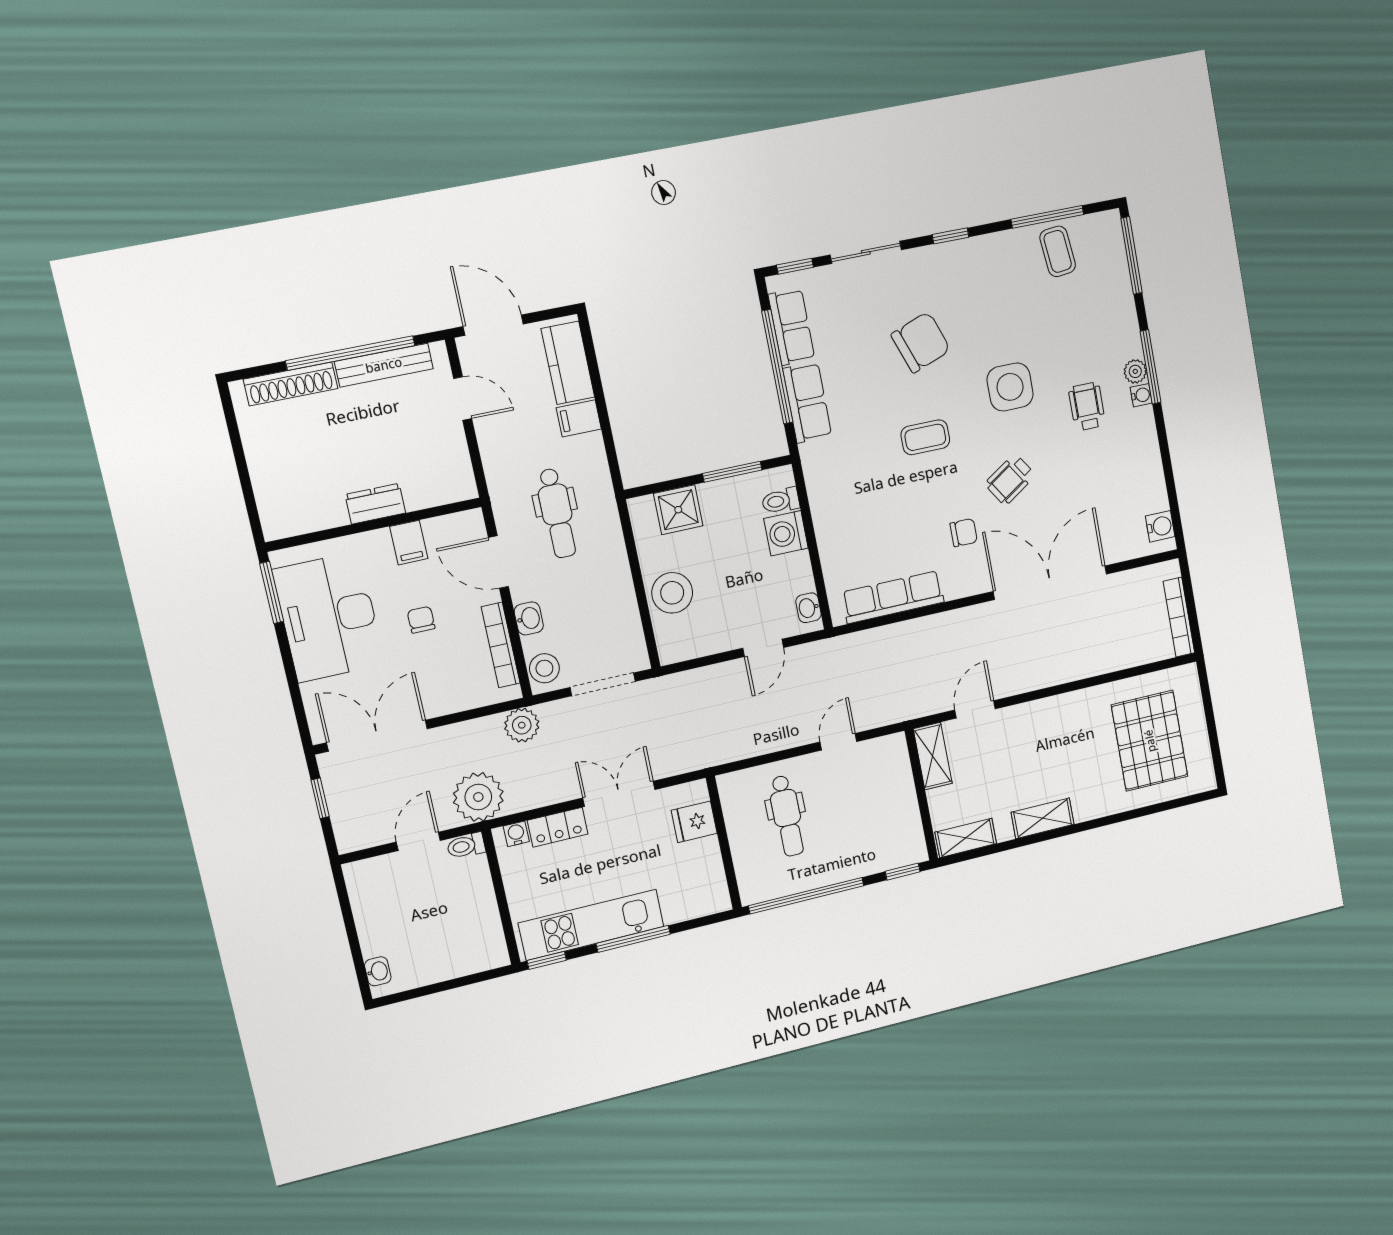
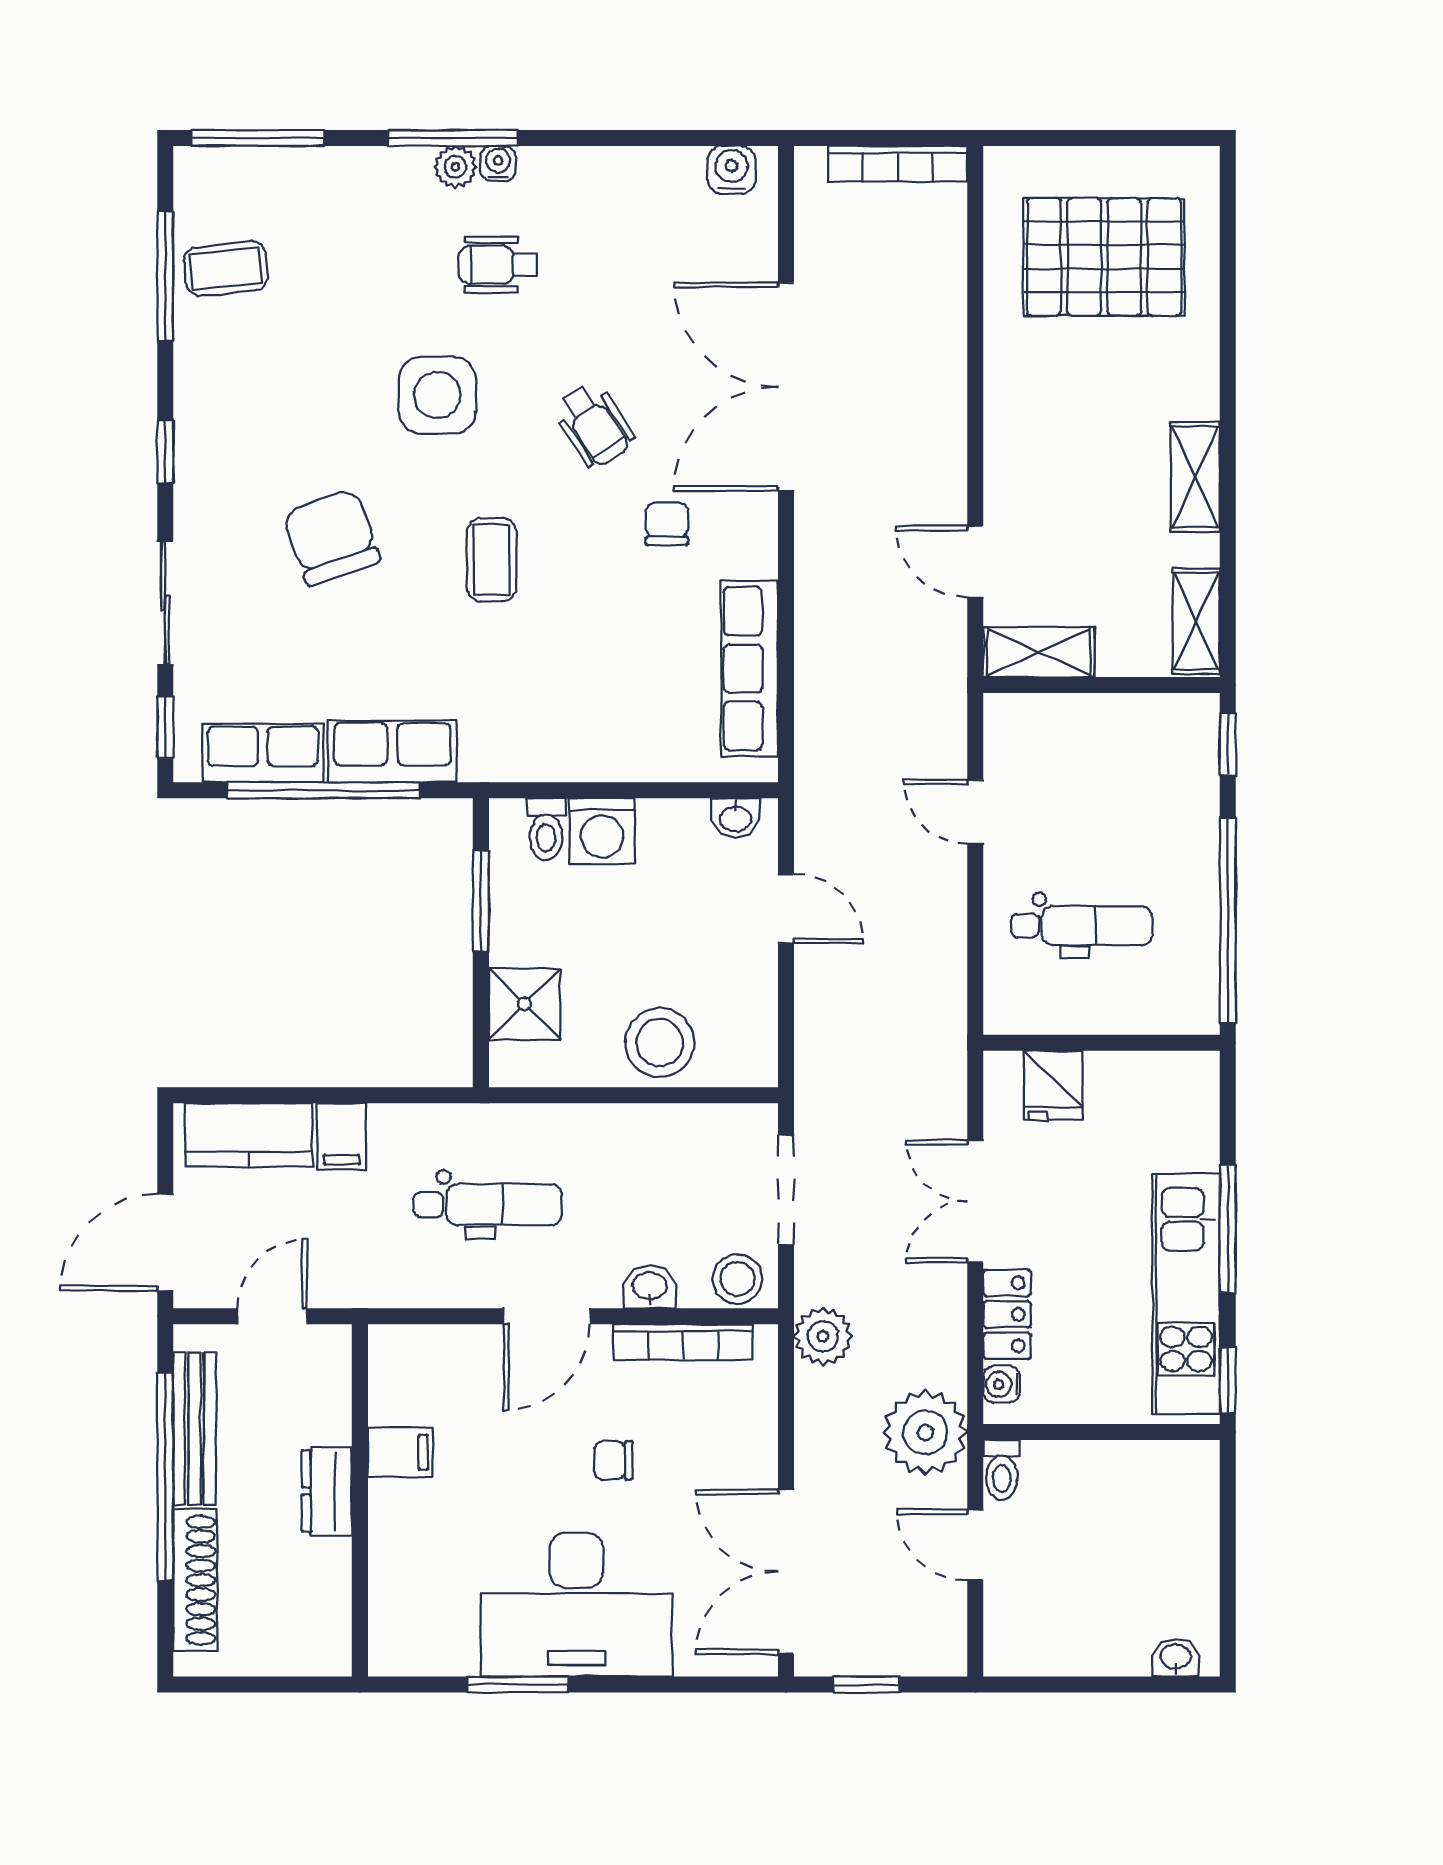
dresser: (375, 504) -> (327, 1491), moved
wall: (374, 525) -> (360, 1500), moved
filing cabinet: (409, 543) -> (400, 1452), moved

